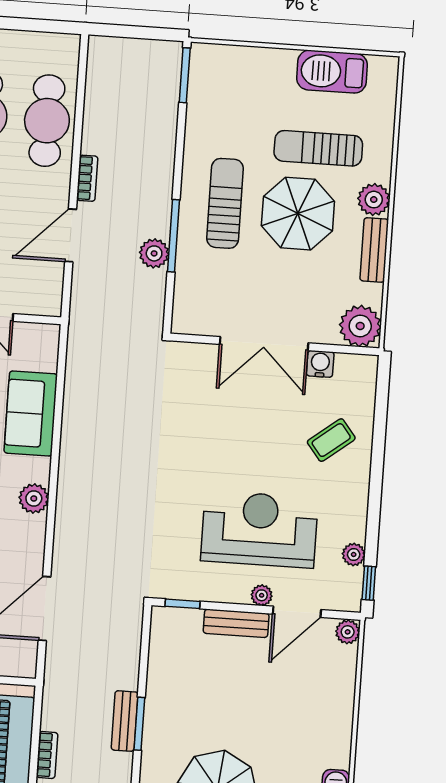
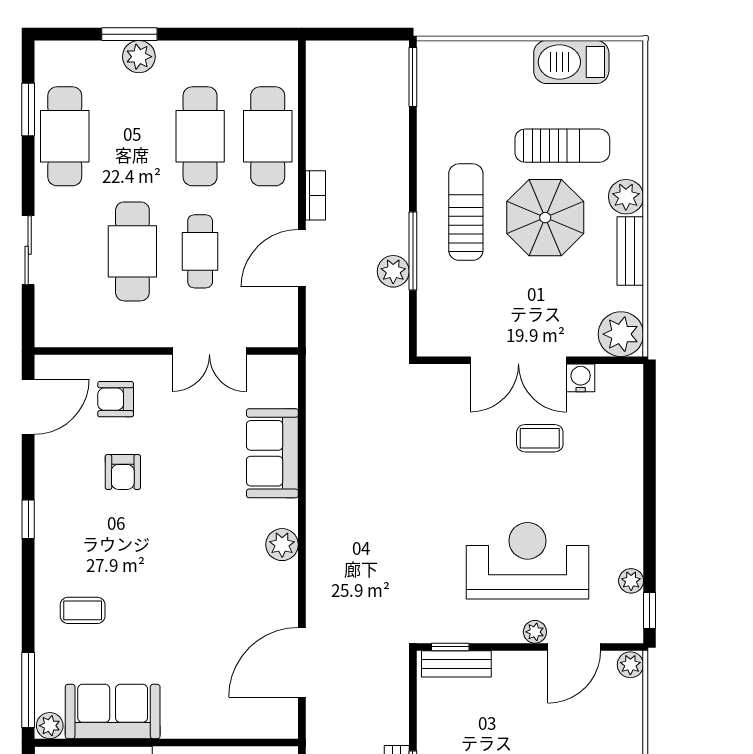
sun lounger: (318, 148) -> (562, 146), turned 180
coffee table: (331, 440) -> (540, 438), moved, turned 38
bench: (236, 623) -> (456, 664), moved

